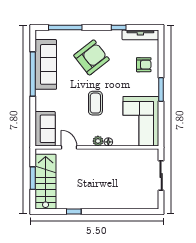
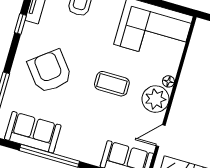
sofa: (46, 64) -> (33, 132), width x0.73
plant: (98, 141) -> (156, 99), width x1.88, depth x1.88

